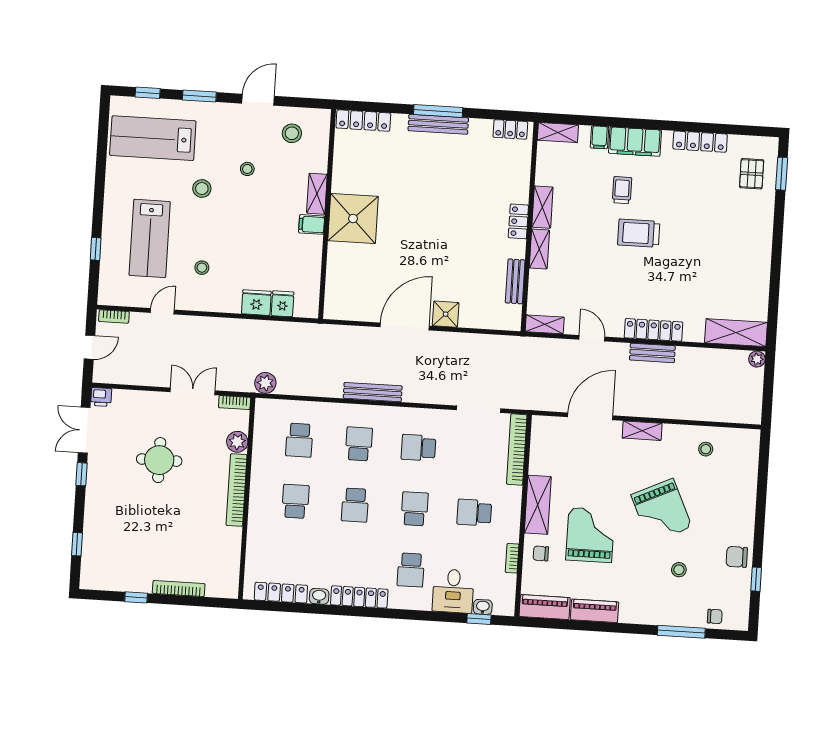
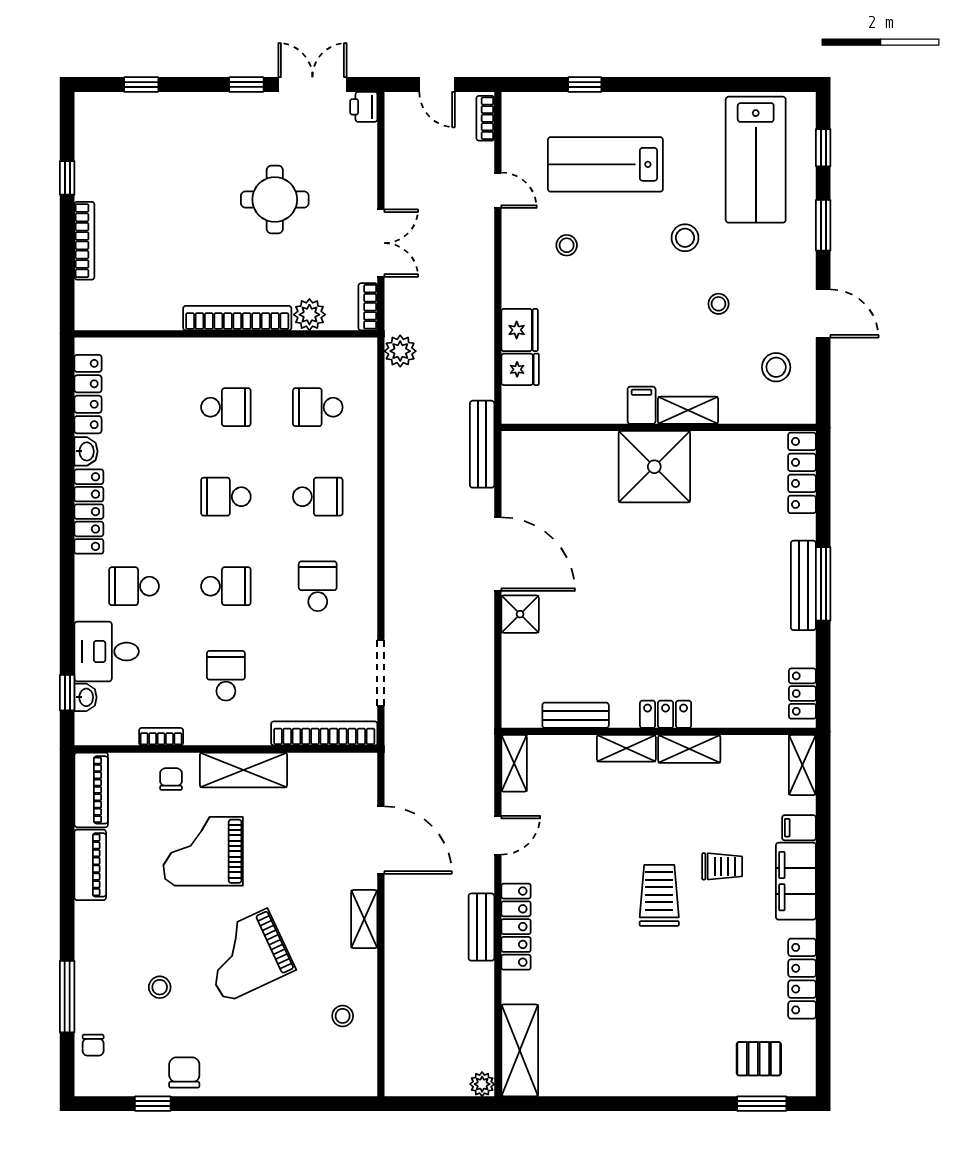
lab bench: (153, 138) -> (756, 160), turned 180
bench: (373, 392) -> (482, 444), moved
grand piano: (590, 535) -> (203, 851), turned 180

